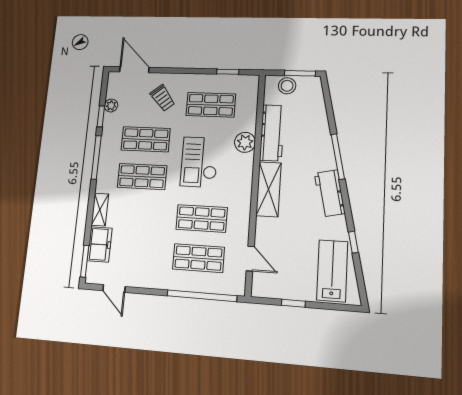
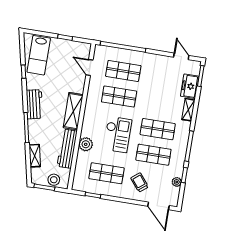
shelving: (320, 116) -> (35, 156), added

